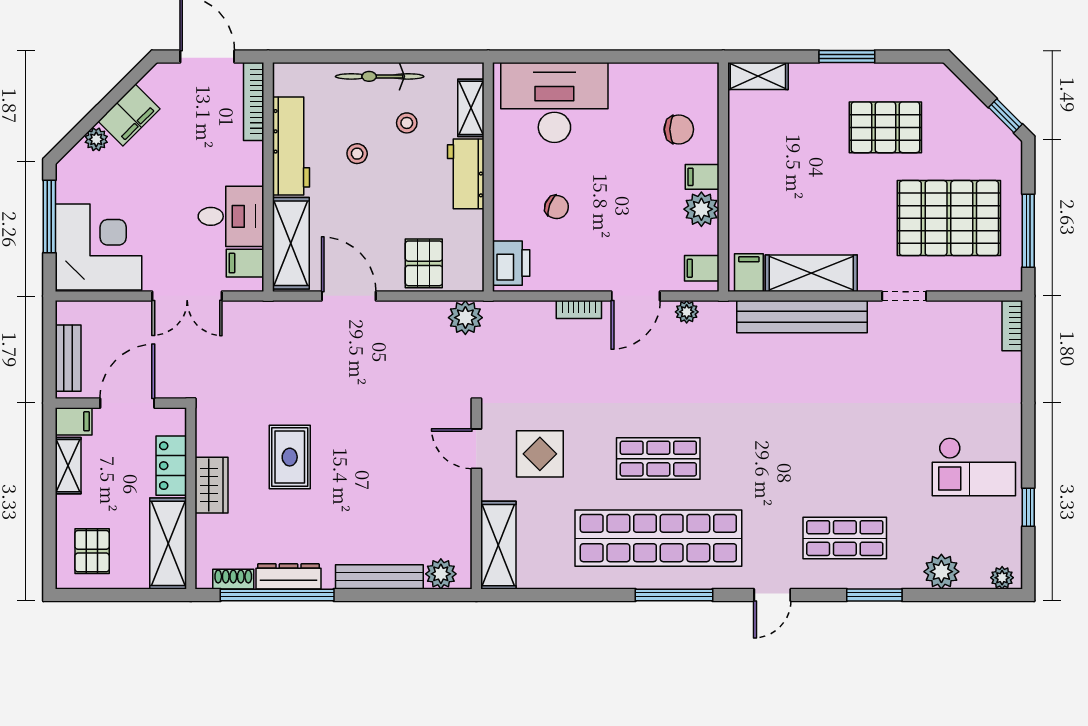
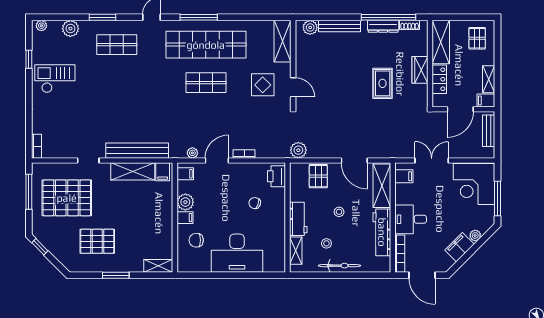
desk: (554, 102) -> (237, 253), moved
stool: (357, 154) -> (339, 212), moved
desk: (231, 216) -> (411, 219), moved

